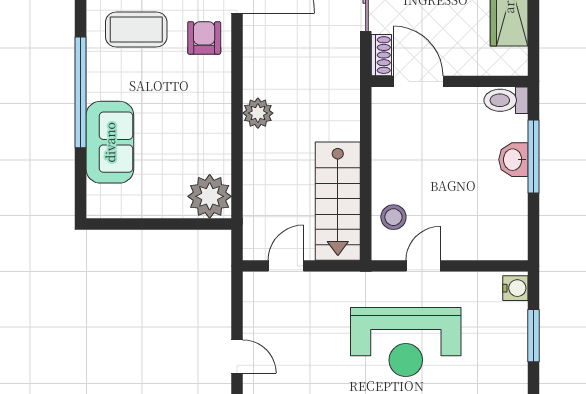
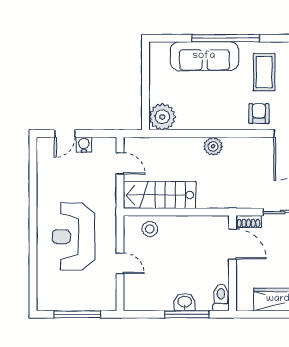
armchair: (204, 38) -> (259, 114), turned -90
door: (418, 81) -> (232, 244), hinge flipped
sofa: (110, 142) -> (204, 56), width x1.36
door: (423, 266) -> (120, 263), moved
water cooler: (515, 288) -> (84, 145), moved, turned 180
window: (533, 336) -> (77, 314), width x1.44

